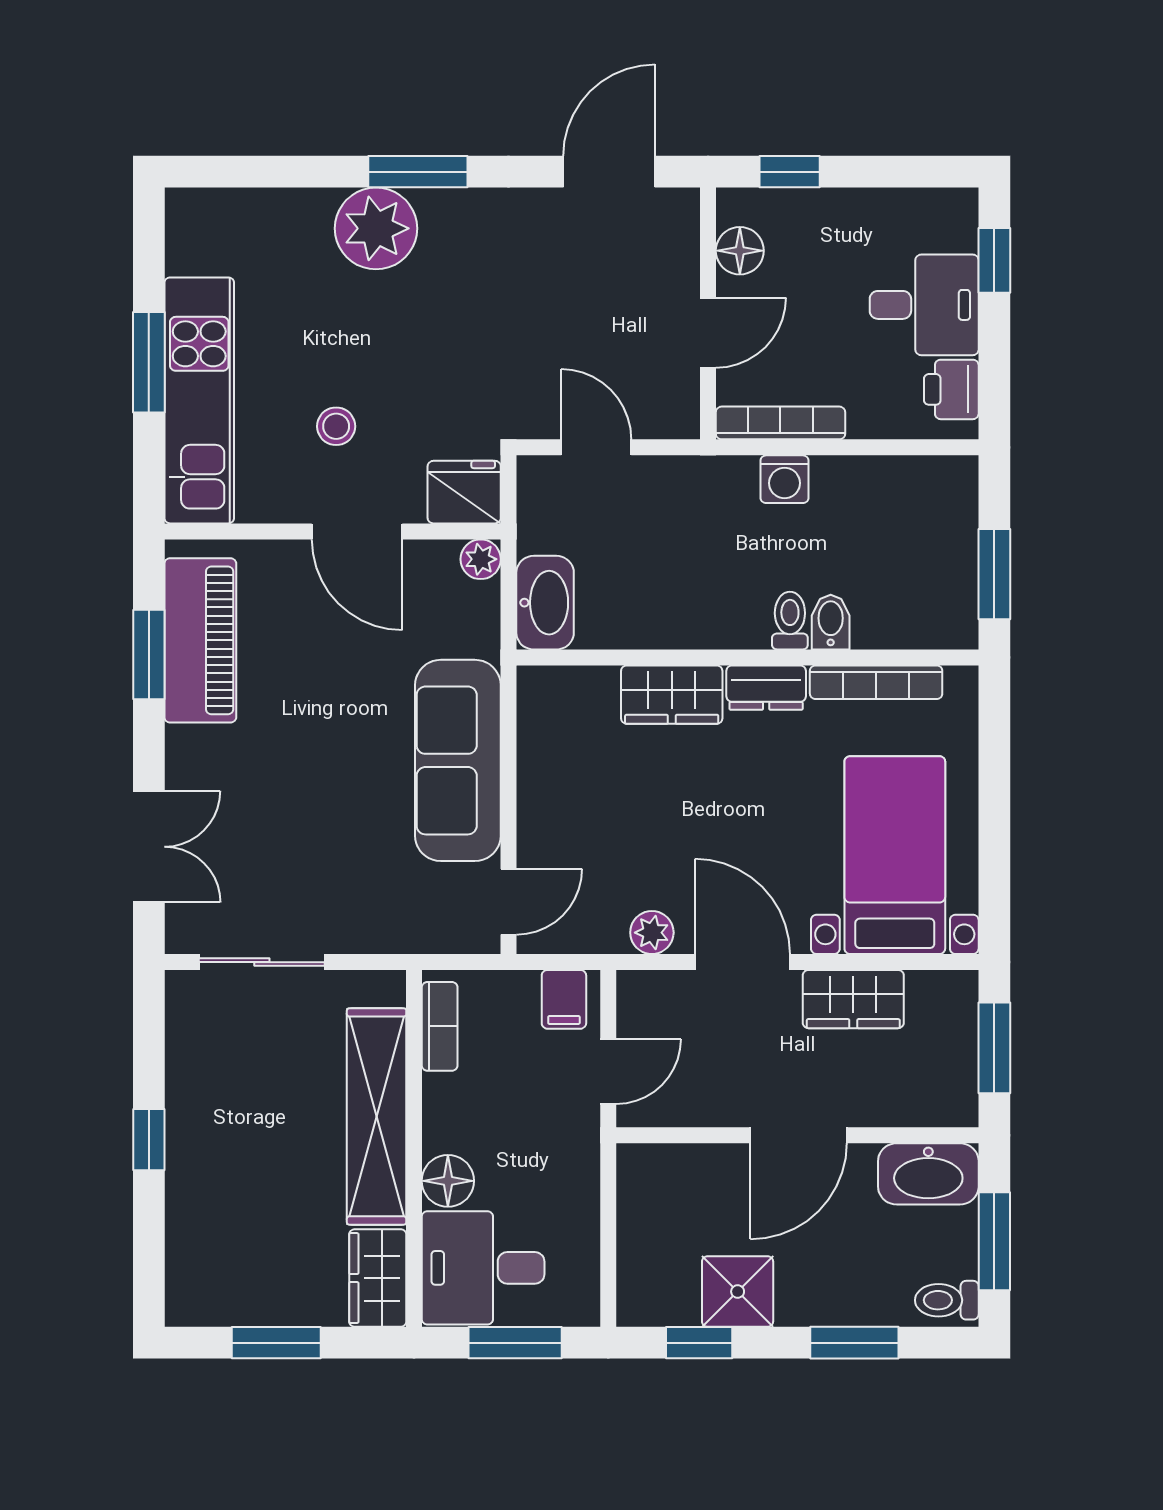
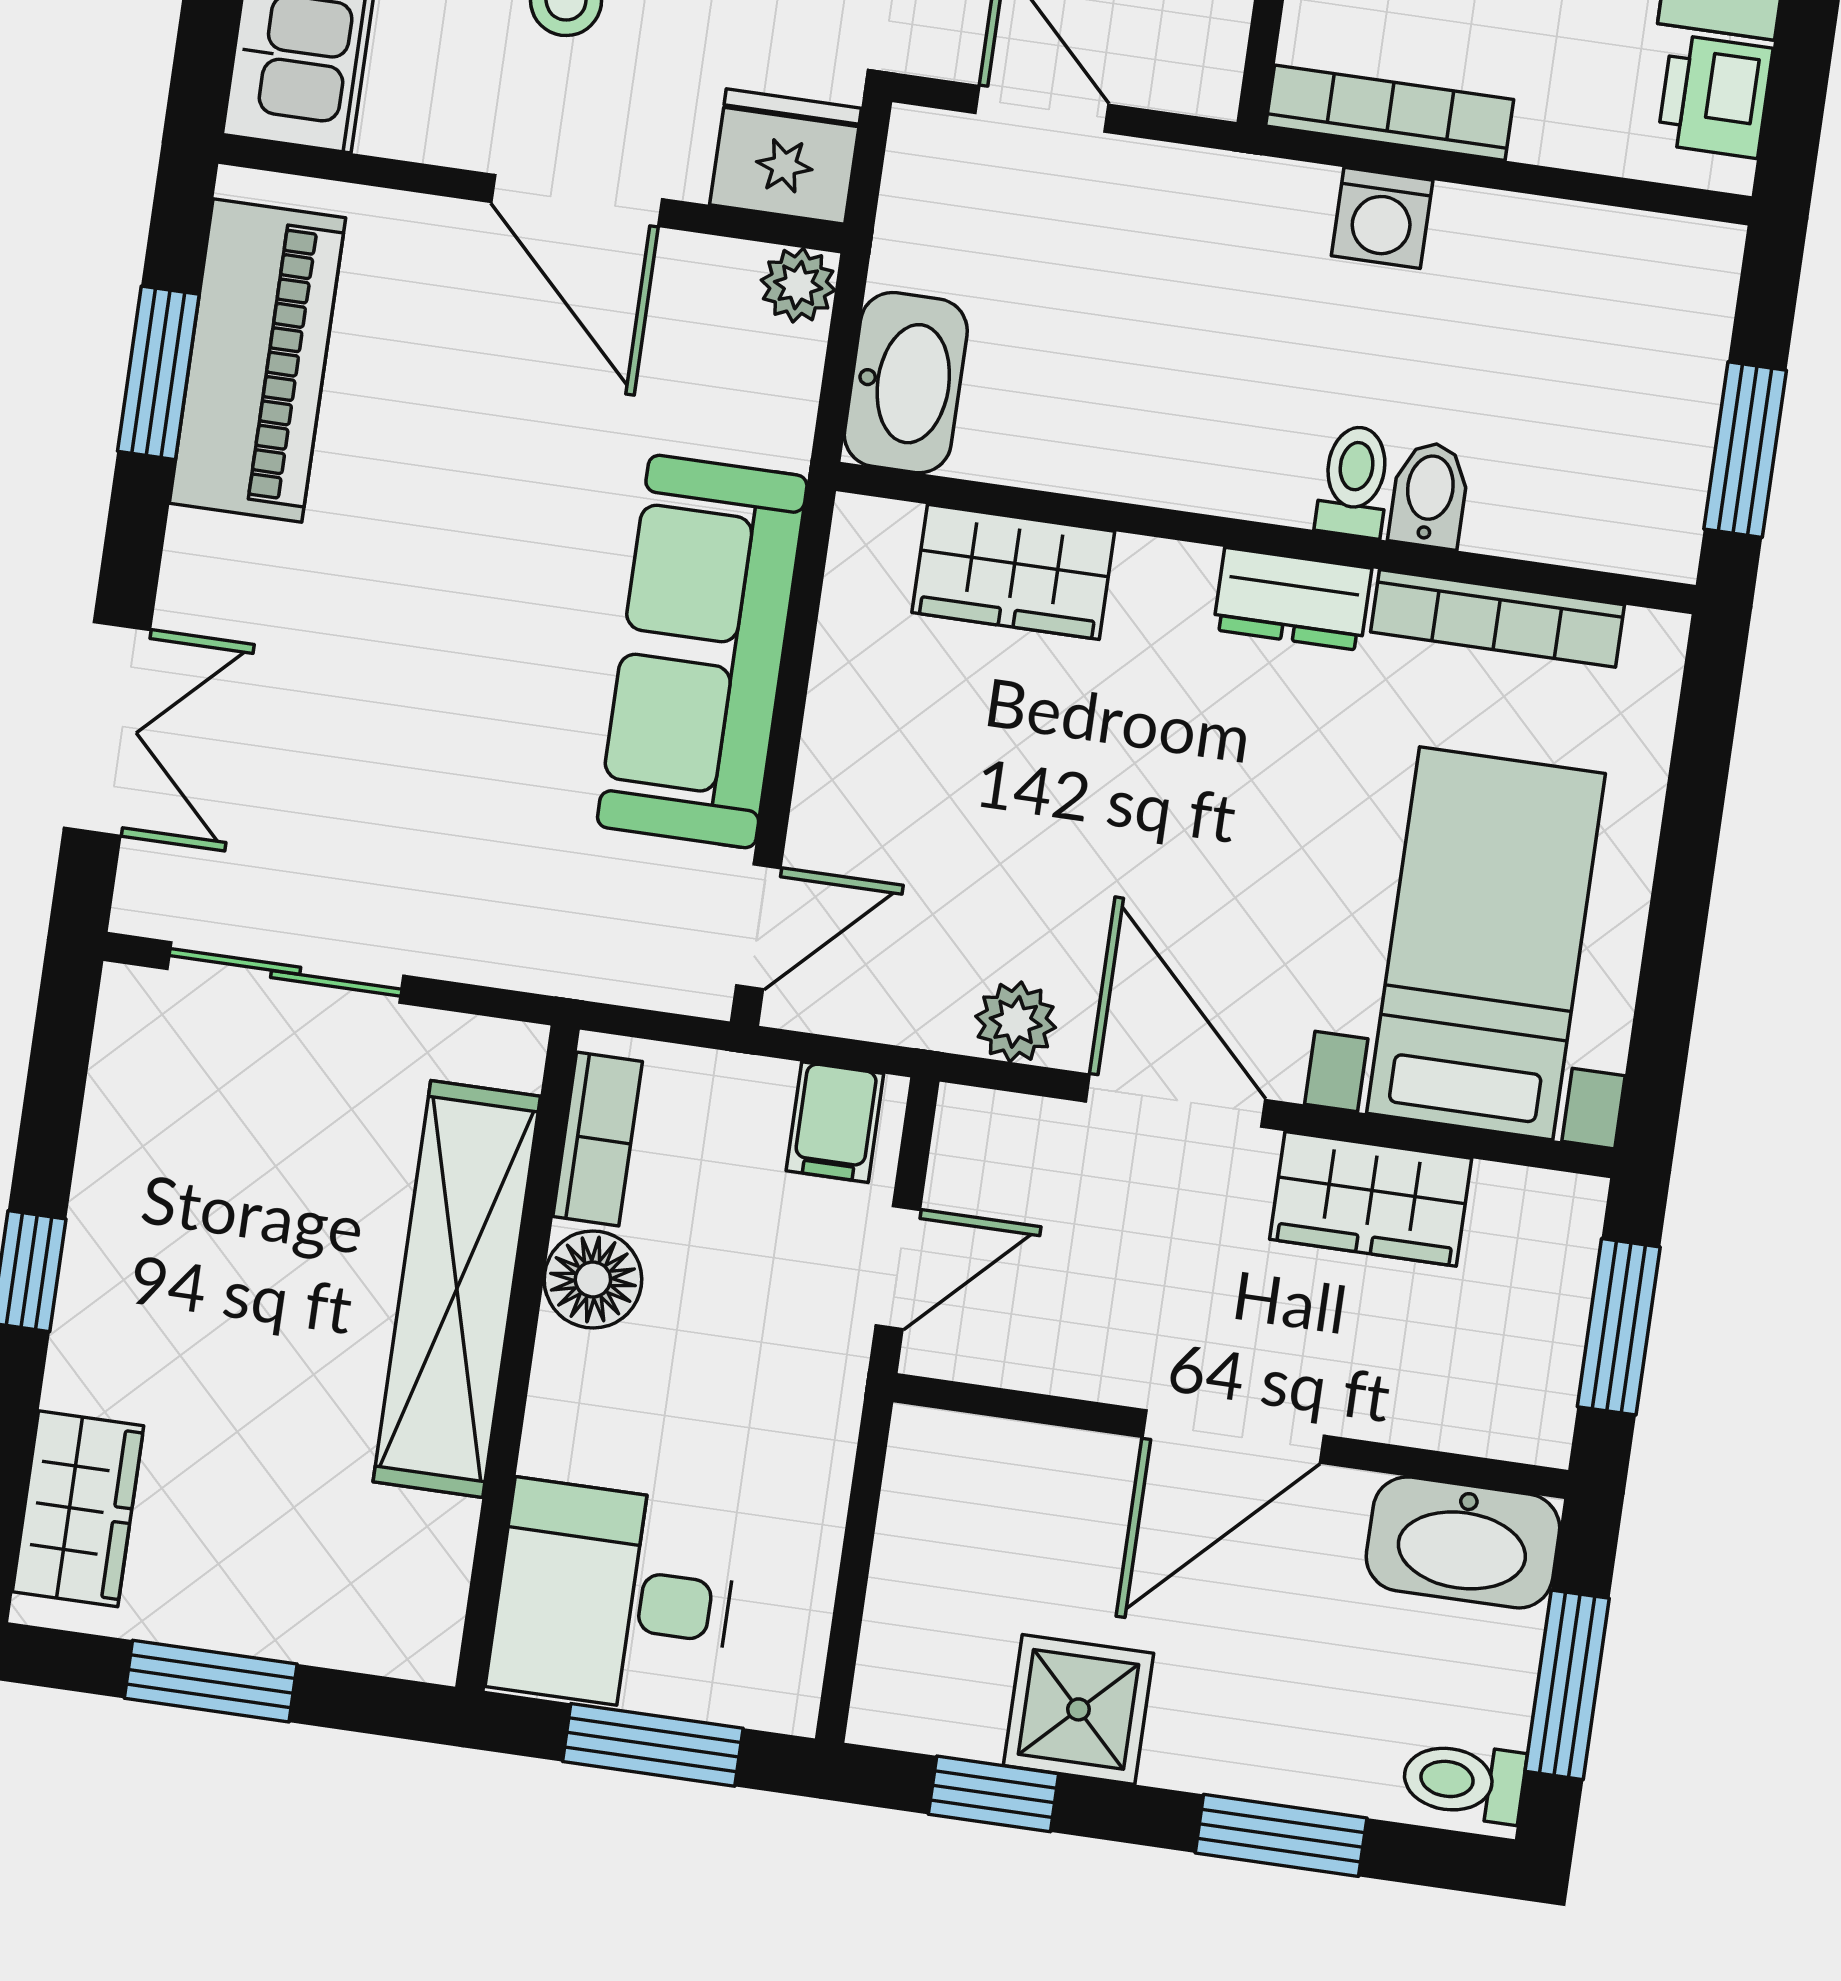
wardrobe: (672, 695) -> (1013, 572), moved
floor lamp: (448, 1181) -> (593, 1279), moved
wardrobe: (378, 1278) -> (78, 1509), moved, turned 180

